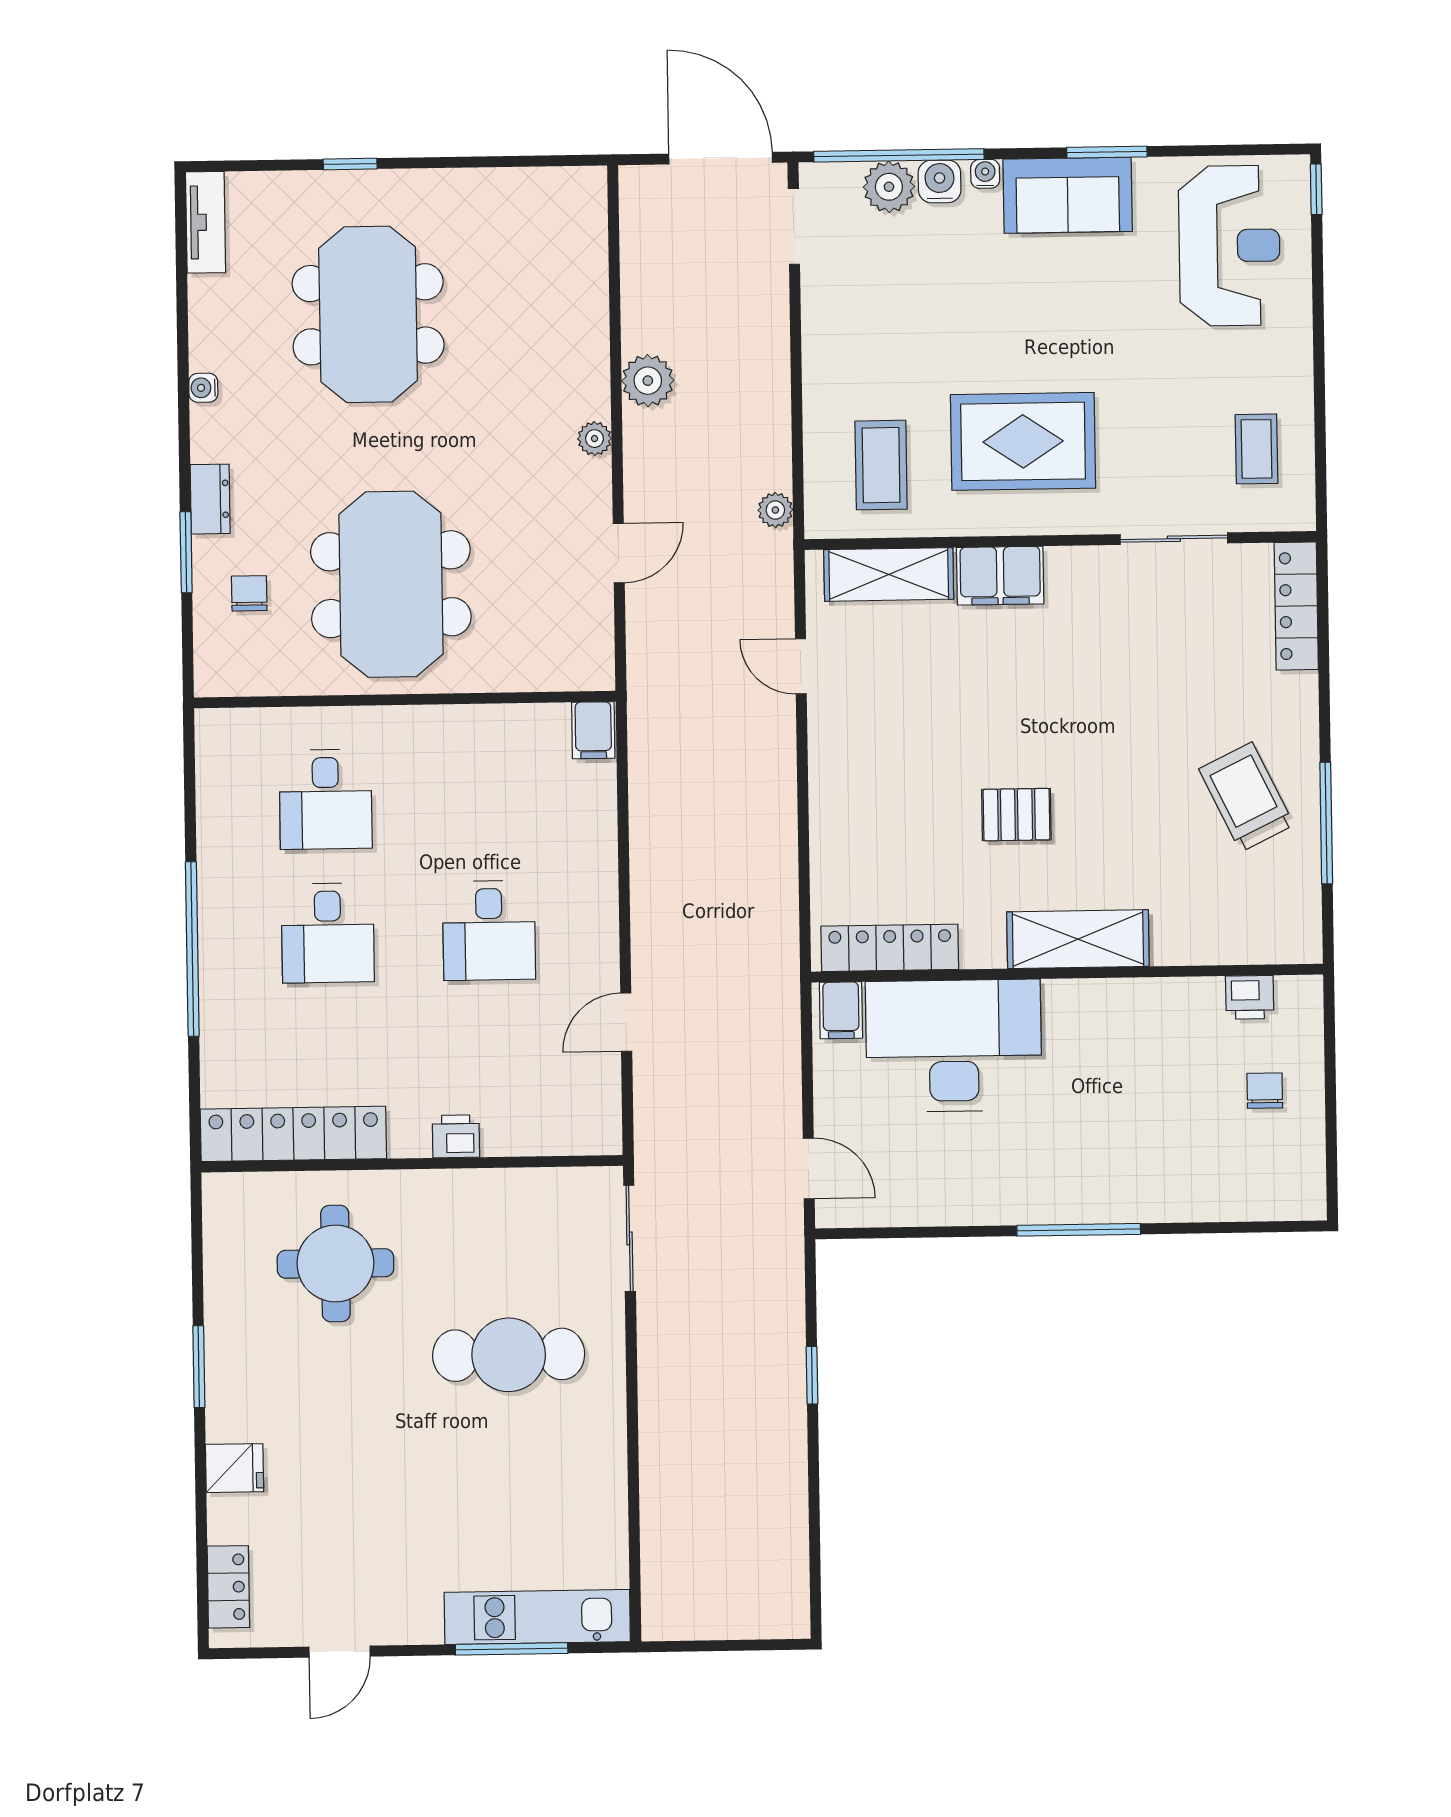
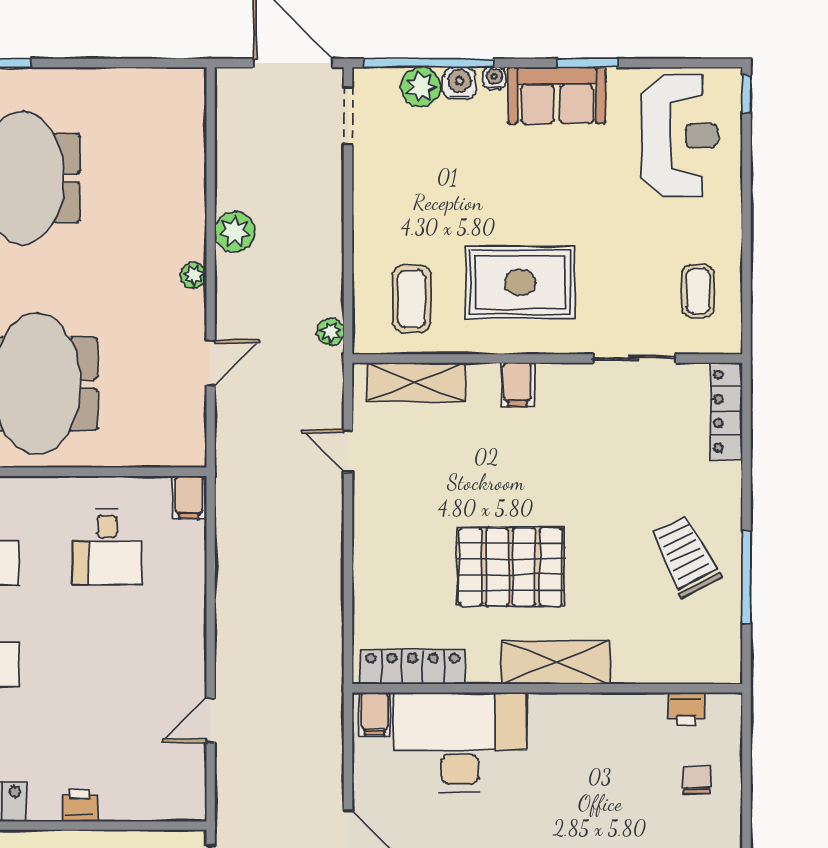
filing cabinet: (1000, 576) -> (517, 385), width x0.50
pallet: (1016, 815) -> (511, 567), width x2.05, depth x2.00
desk: (489, 930) -> (107, 547), moved

